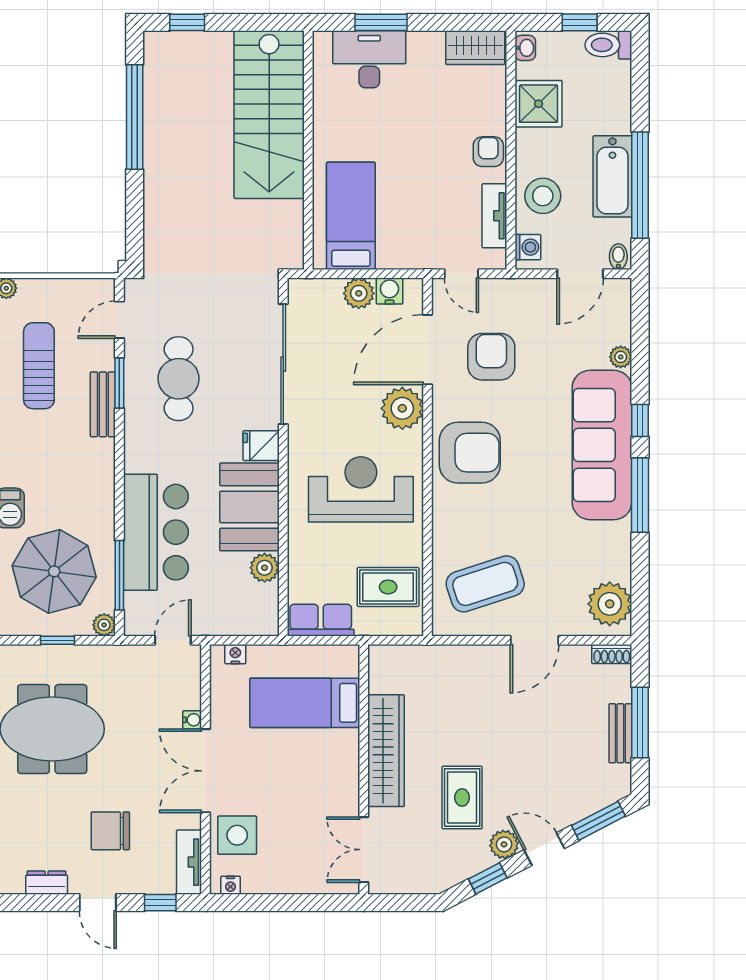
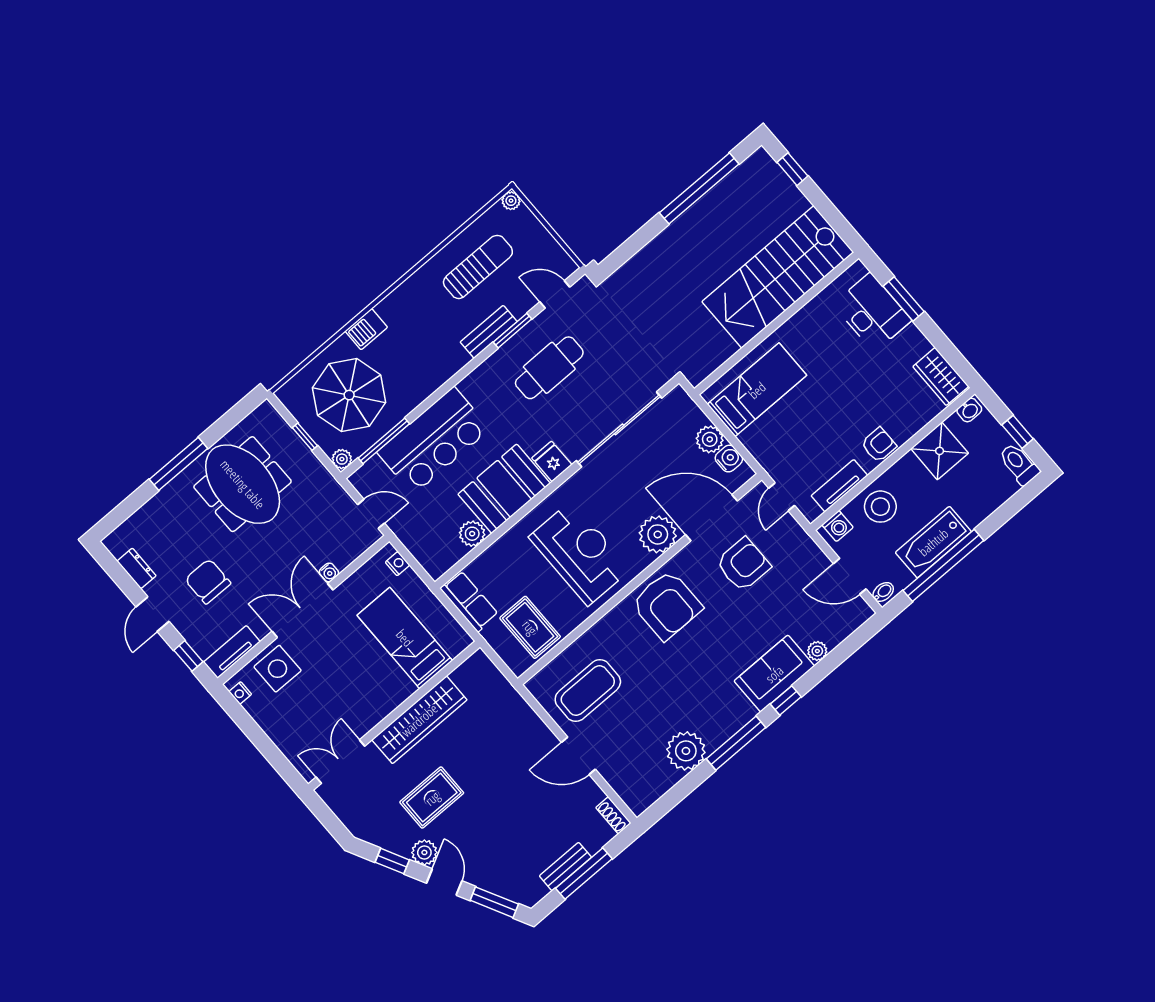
sofa: (602, 445) -> (774, 674), width x0.54, depth x0.79
coffee table: (485, 584) -> (588, 691), turned -72
plant: (610, 604) -> (686, 751), moved

